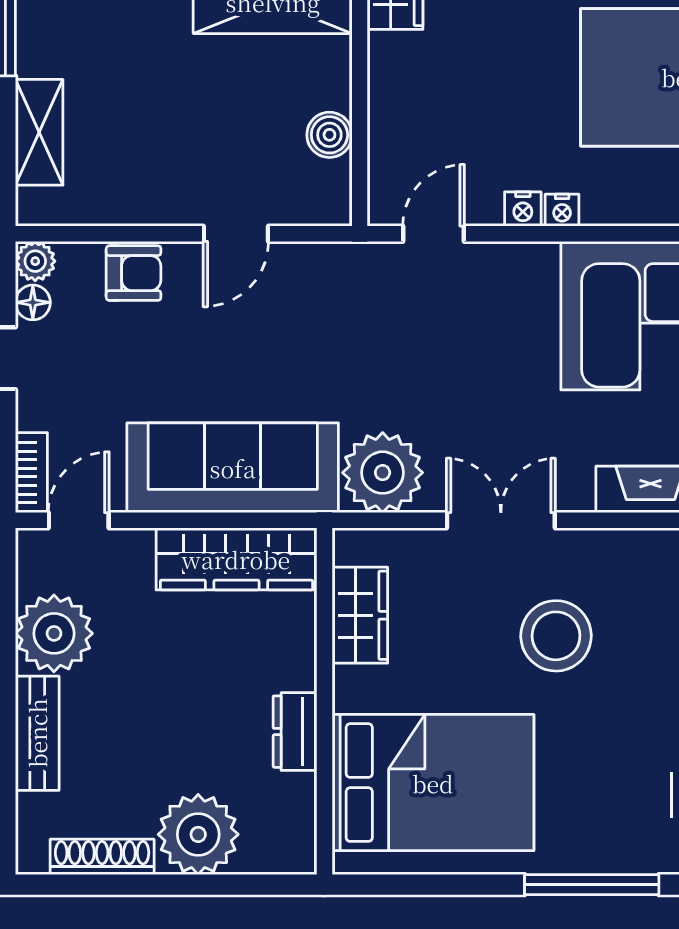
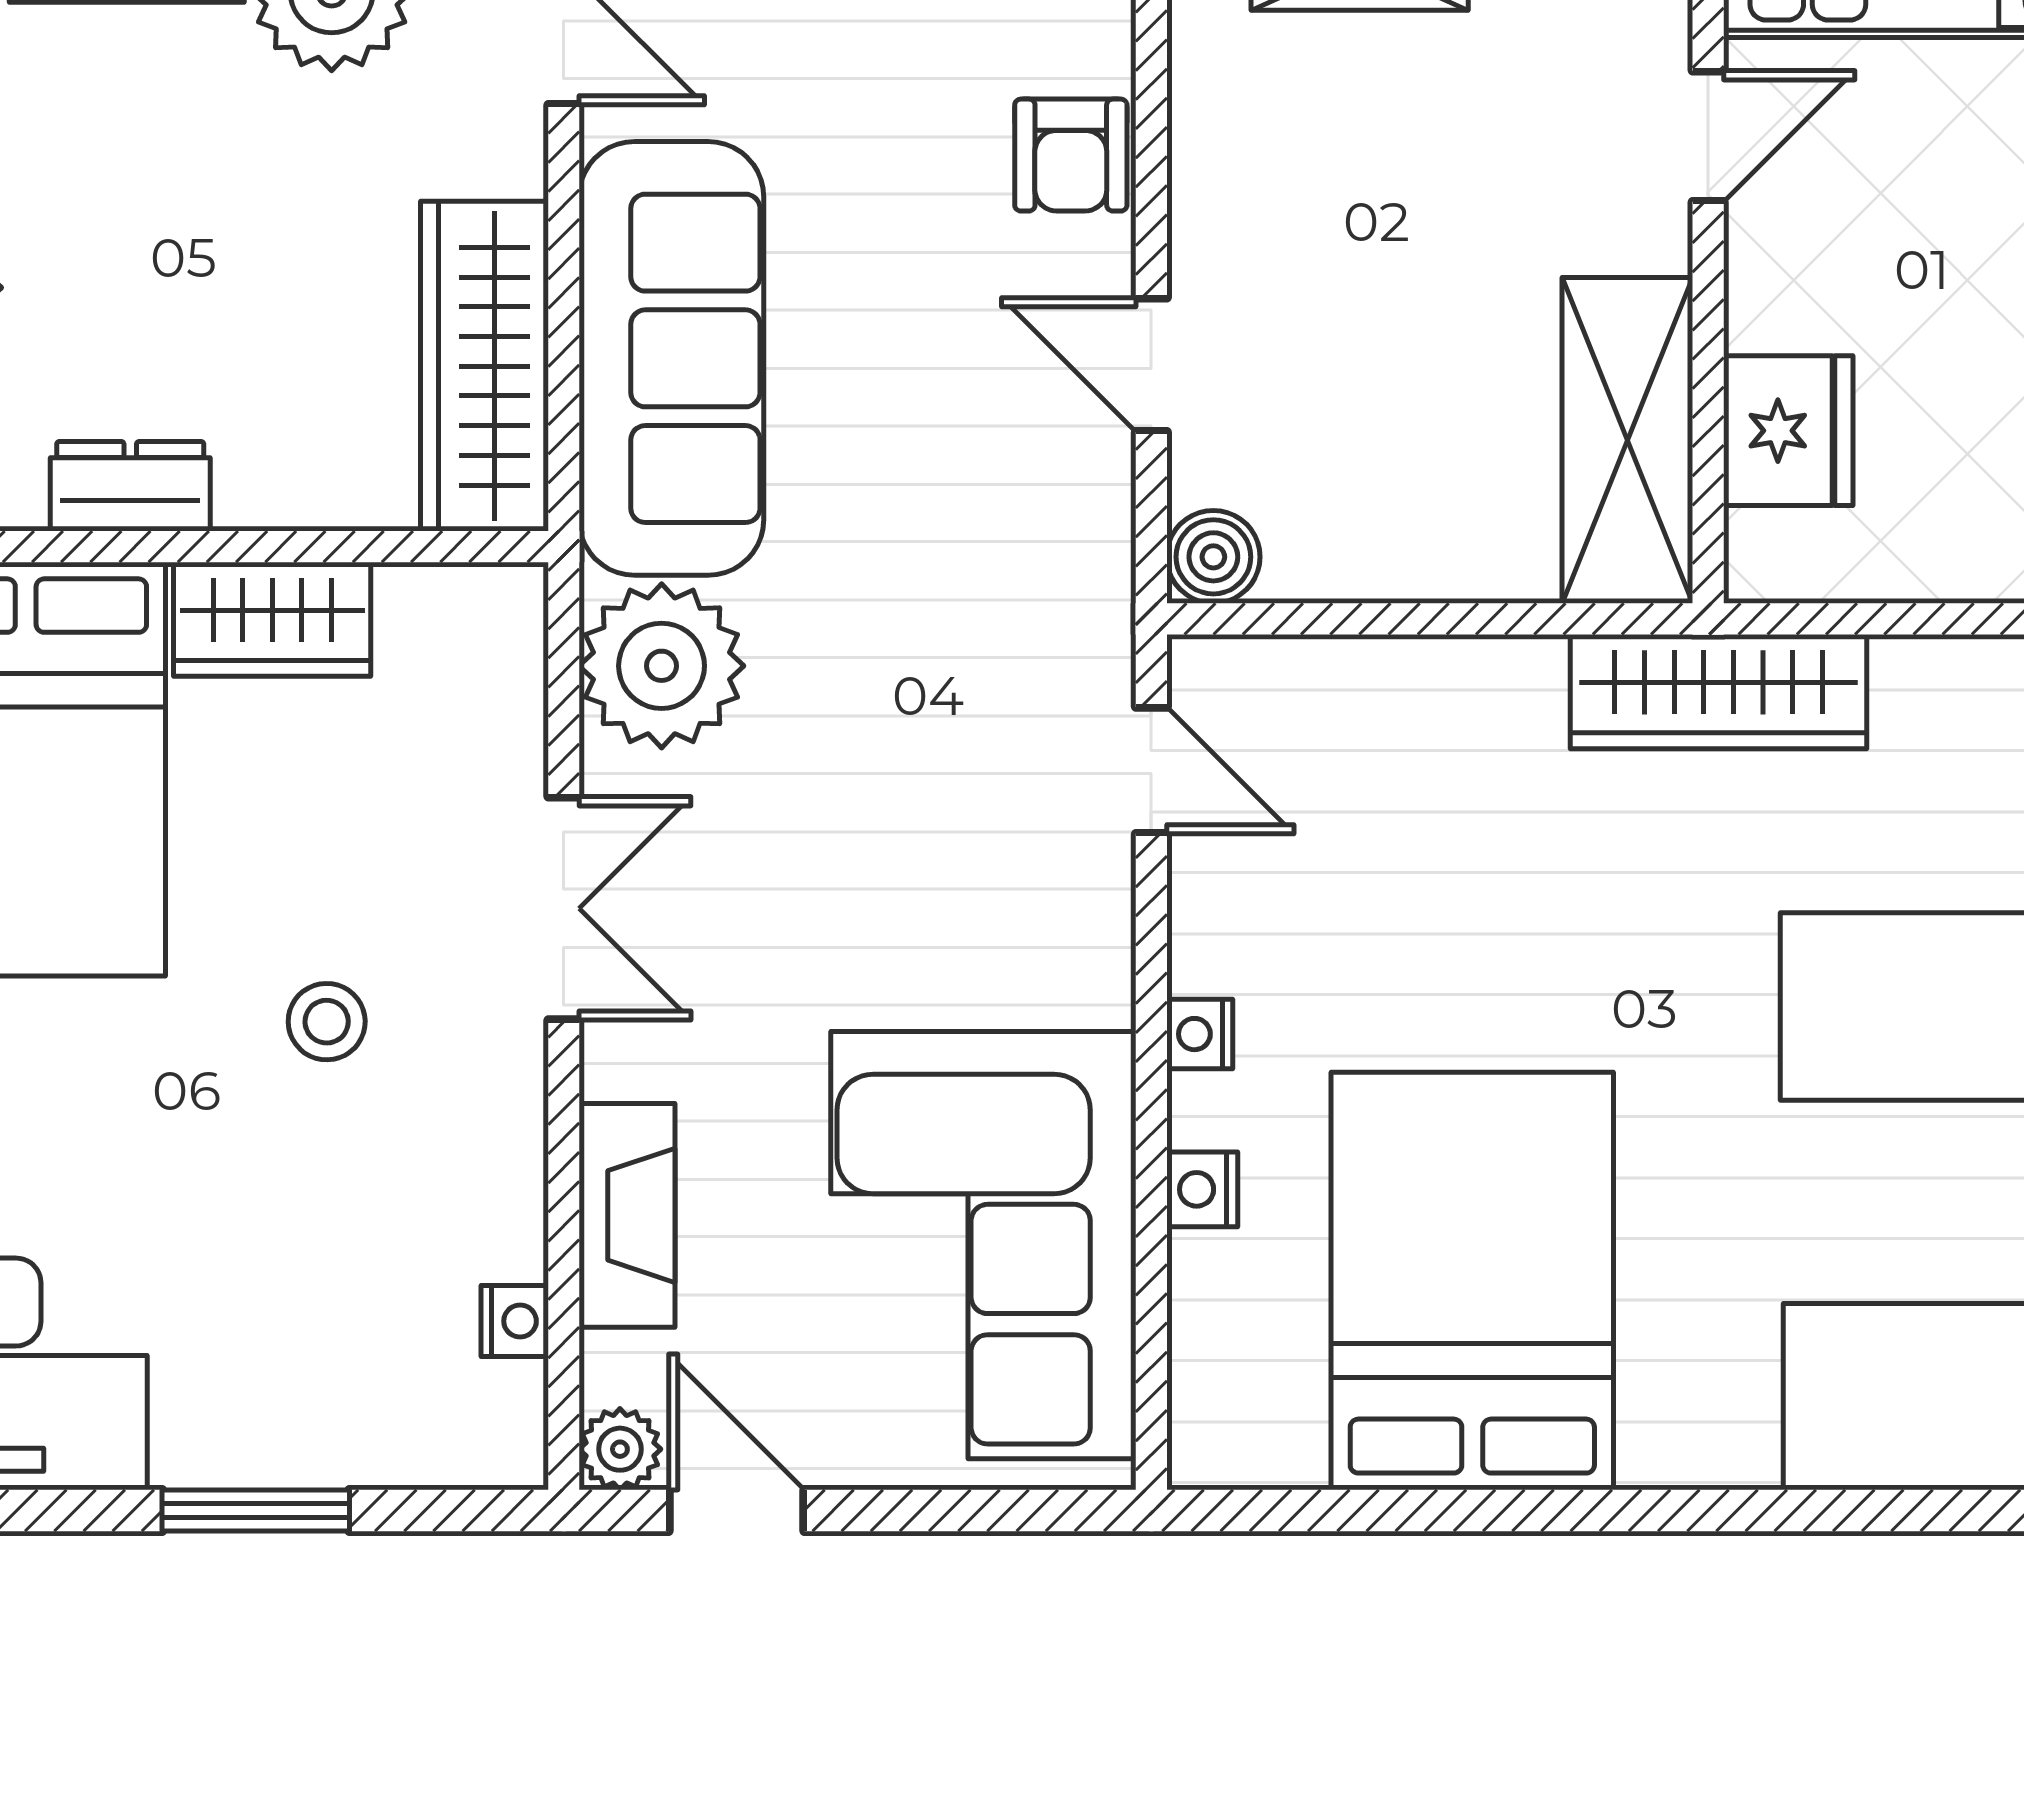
boiler: (329, 135) -> (1213, 557), moved
nightstand: (523, 209) -> (1202, 1189), moved
wardrobe: (360, 615) -> (272, 619), moved
stool: (556, 636) -> (327, 1022), width x0.53, depth x0.53

